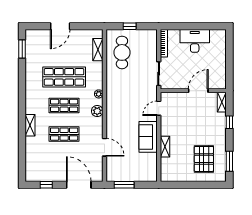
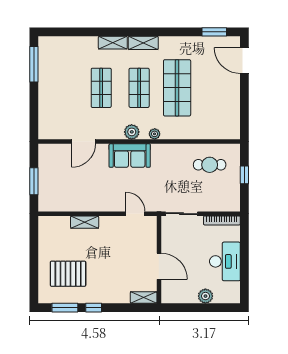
door: (60, 26) -> (244, 61), moved
shelving: (98, 50) -> (143, 43), moved
cafe table: (122, 52) -> (210, 165), width x0.73, depth x0.74
plant: (221, 56) -> (205, 296), added
window: (229, 122) -> (94, 308), moved
sofa: (148, 137) -> (130, 156), moved, turned 180
window: (46, 185) -> (34, 64), width x2.17
door: (79, 185) -> (34, 107), removed
window: (124, 185) -> (34, 181), moved

